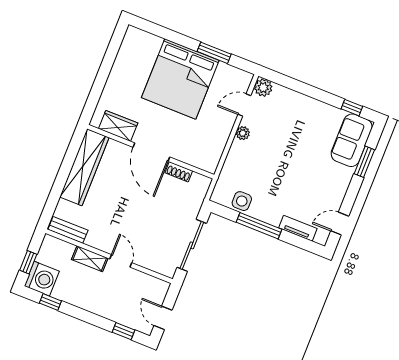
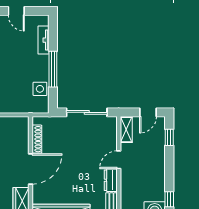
shoe rack: (179, 172) -> (37, 139), width x1.43
door: (340, 224) -> (16, 11), moved
dresser: (100, 242) -> (111, 180), added
shelving: (90, 259) -> (126, 130), moved

